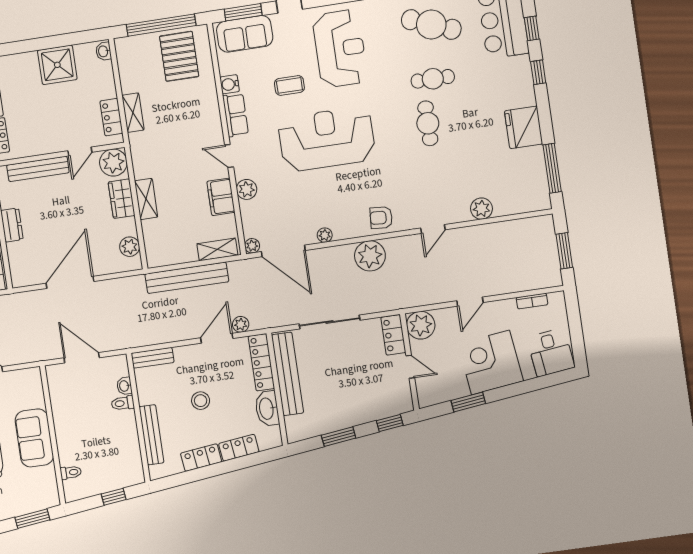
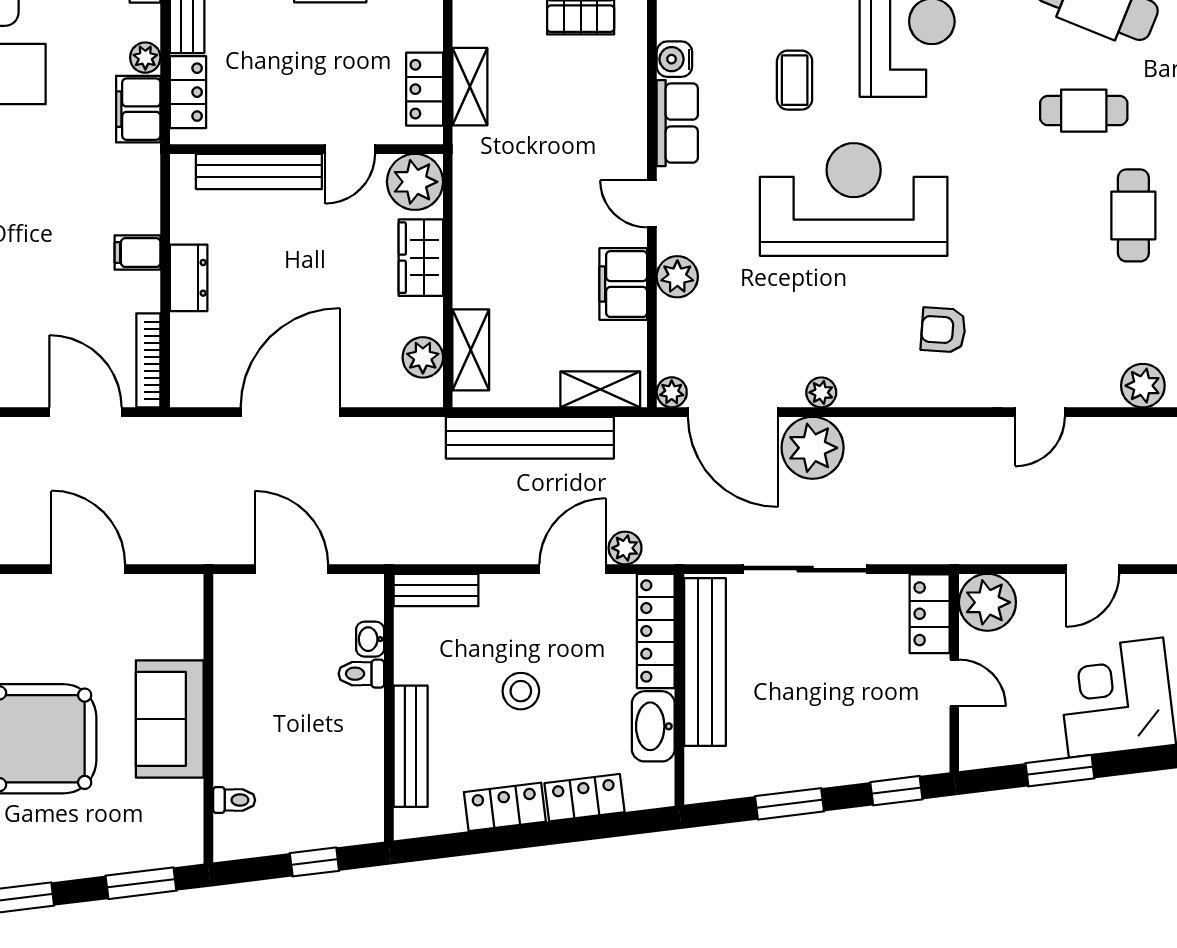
coffee table: (289, 85) -> (795, 80), turned 90
cafe table: (428, 123) -> (1133, 215), moved
shelving: (146, 199) -> (471, 350), moved
armchair: (381, 218) -> (943, 330), moved
plant: (370, 256) -> (813, 448), moved

